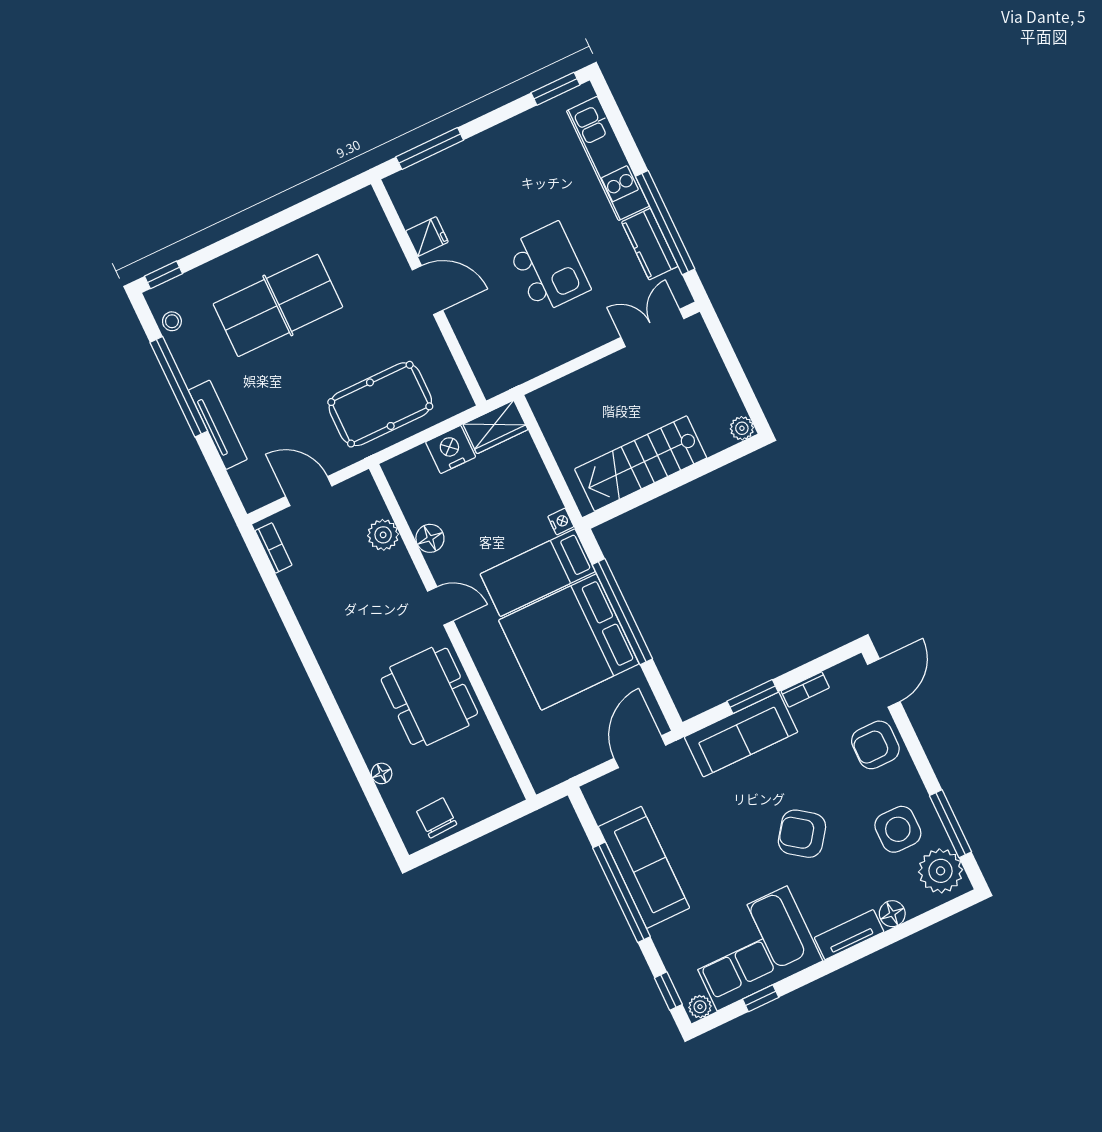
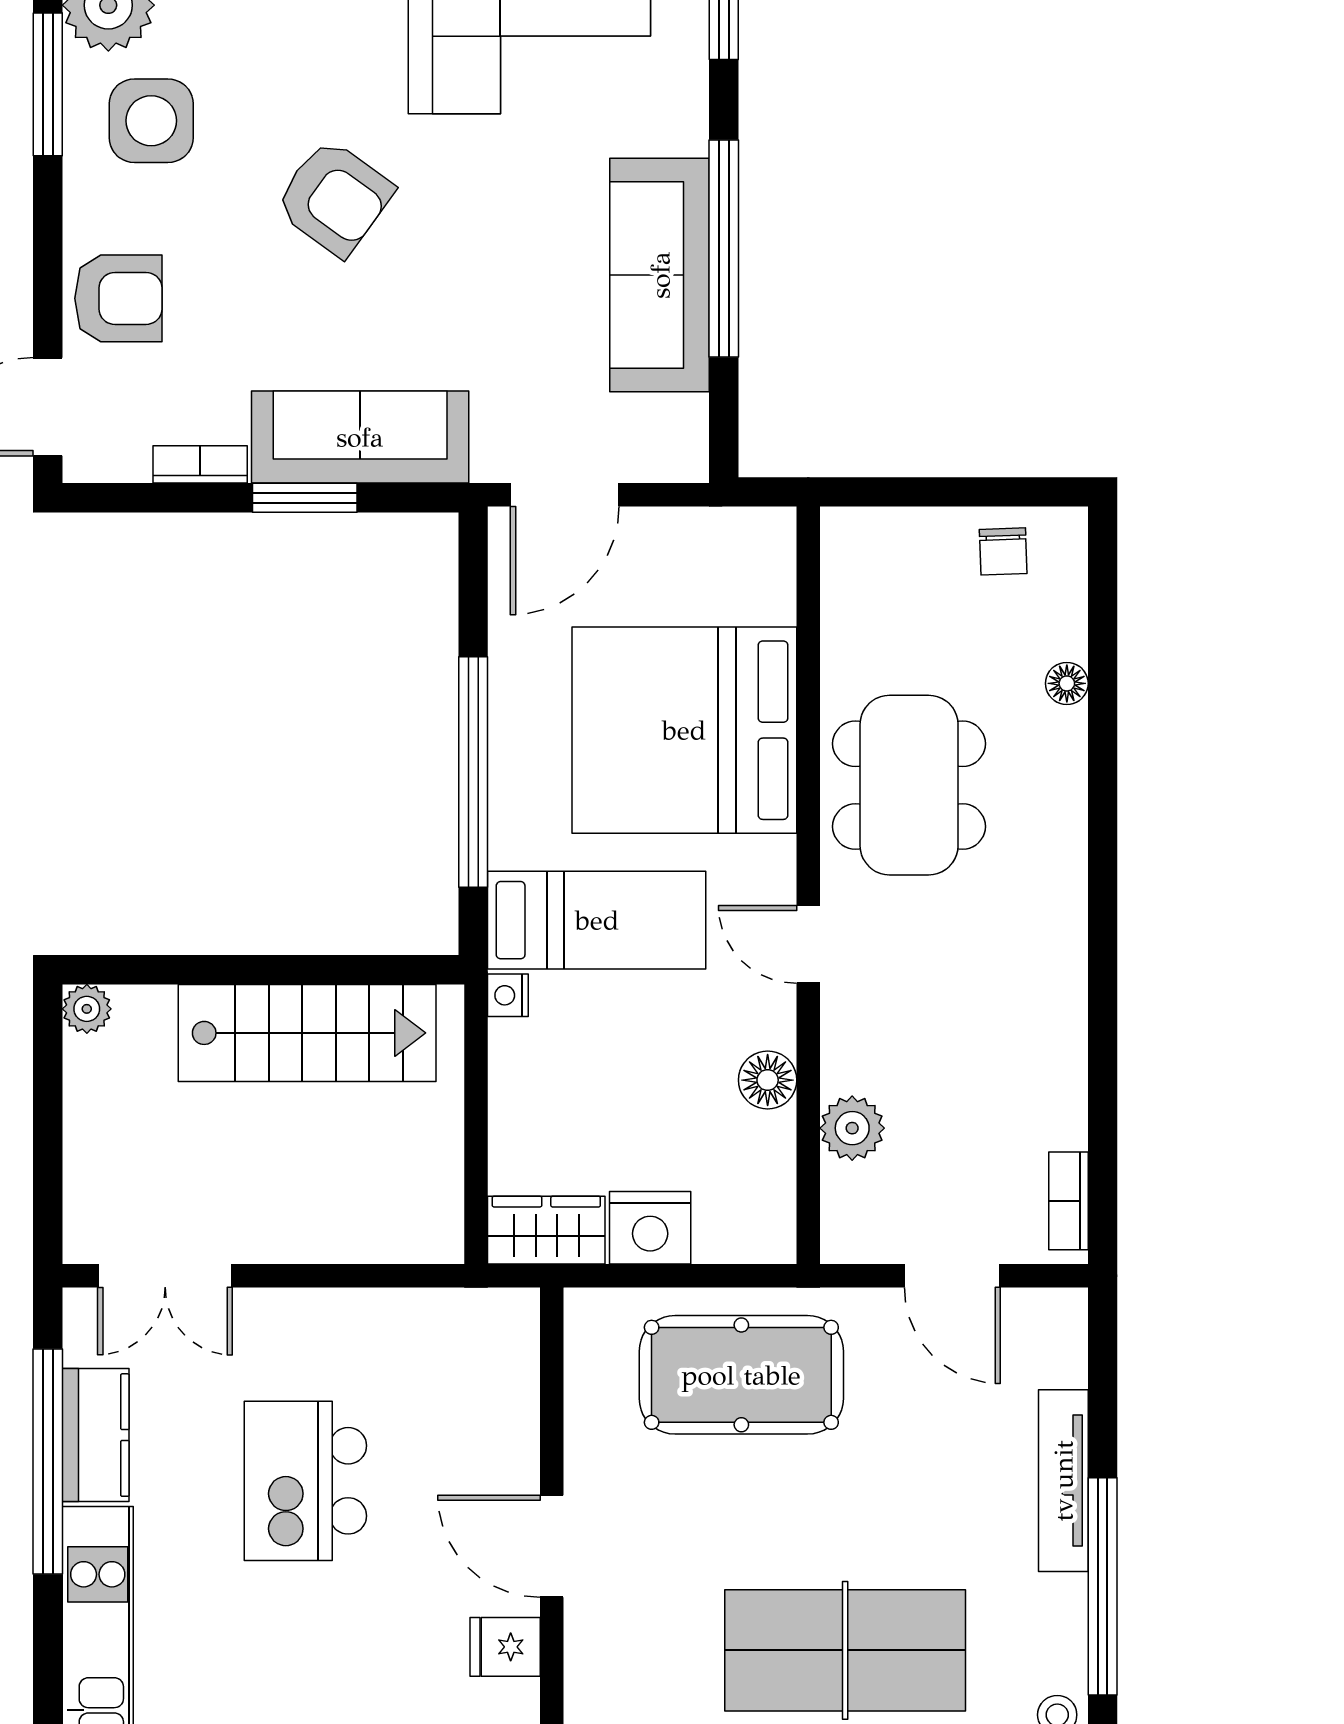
bed: (569, 642) -> (684, 730), moved, turned 180
chair: (437, 818) -> (1003, 551), width x0.73, depth x0.73

